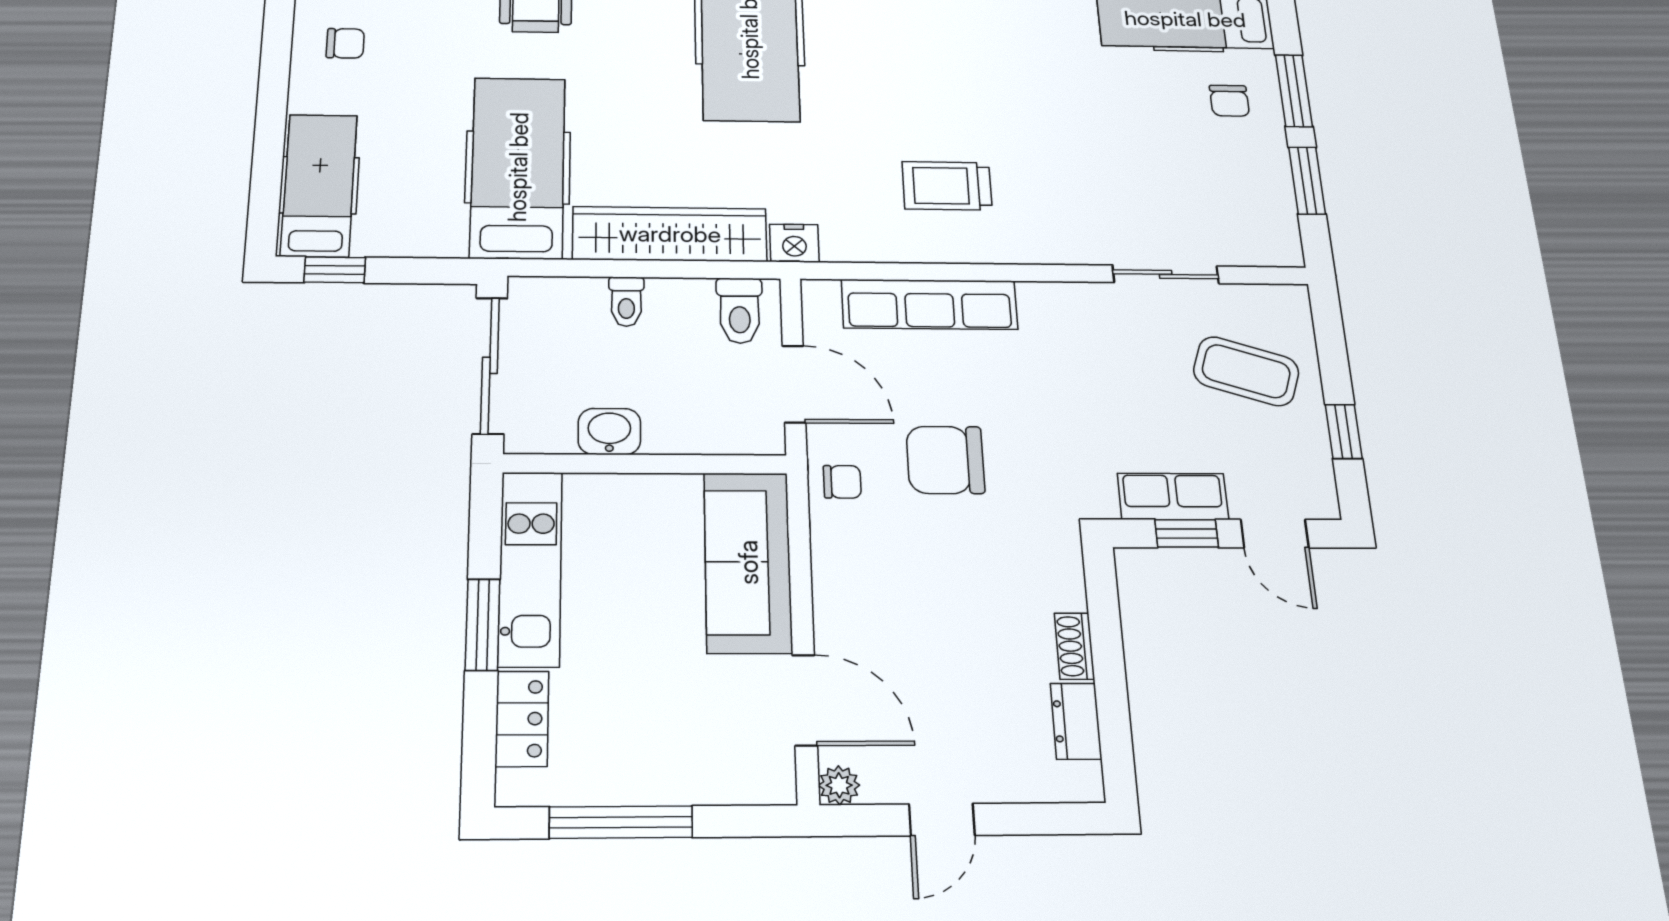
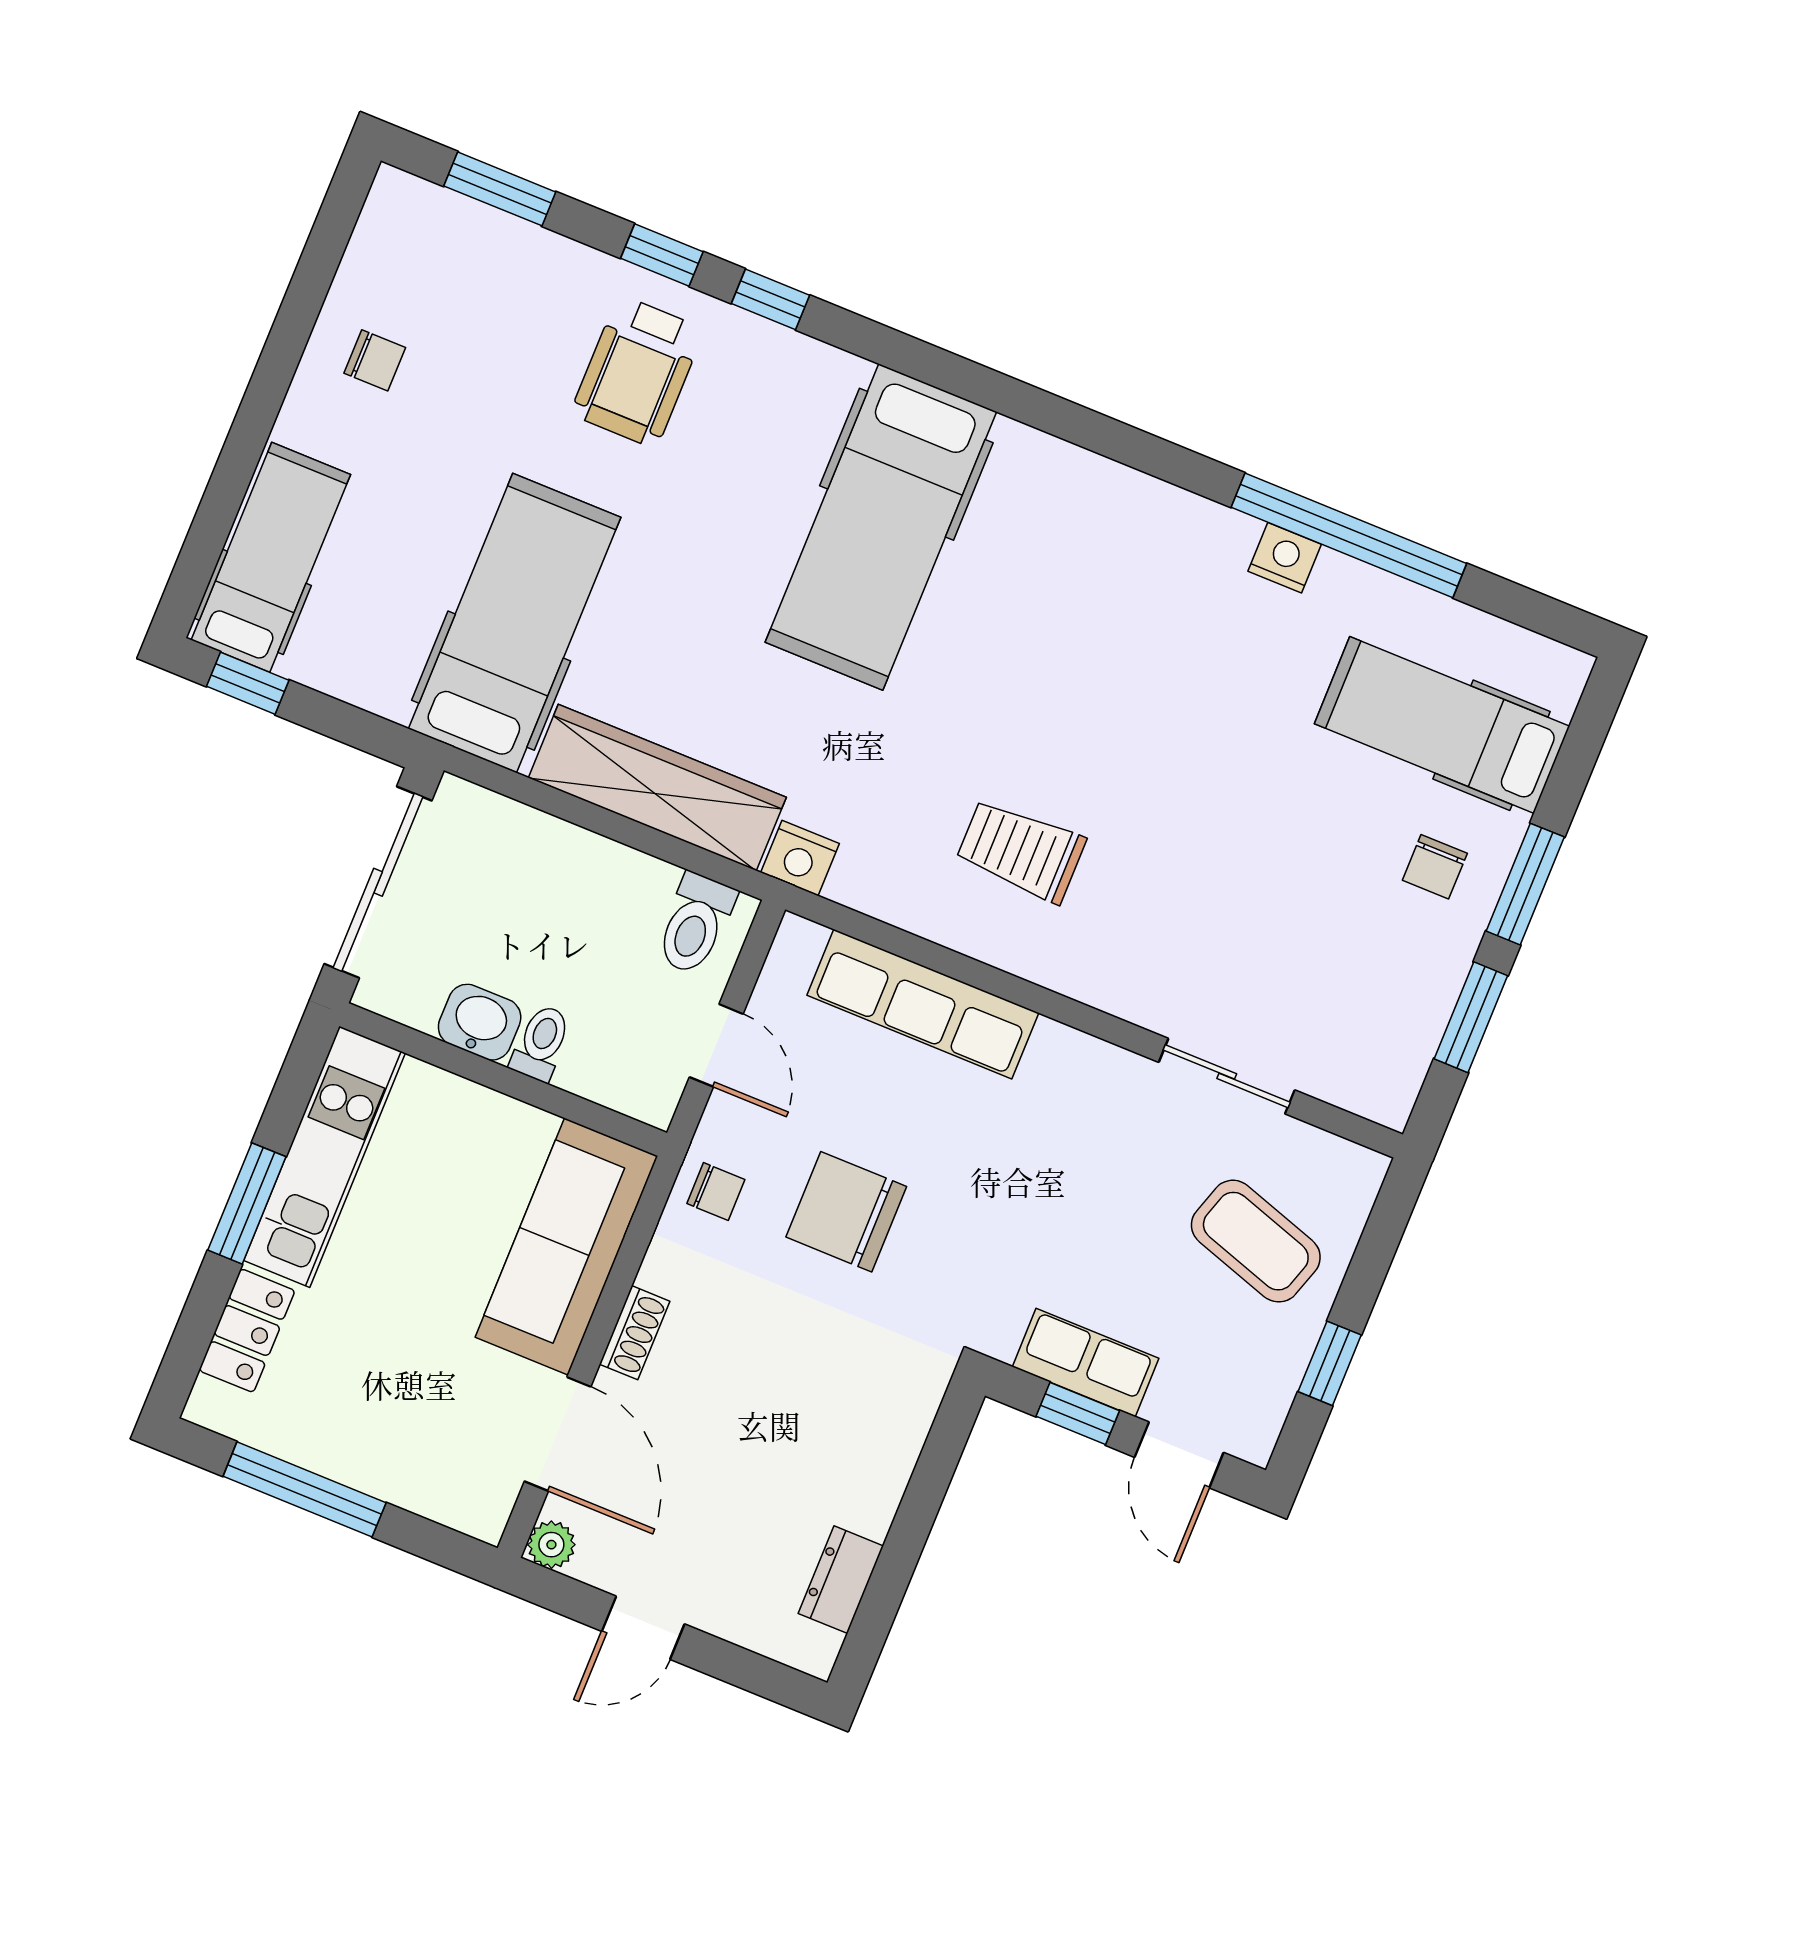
toilet: (626, 302) -> (541, 1043), moved, turned 180
door: (794, 384) -> (716, 1045), width x0.73
shoe rack: (1074, 646) -> (635, 1333), moved, turned 180

